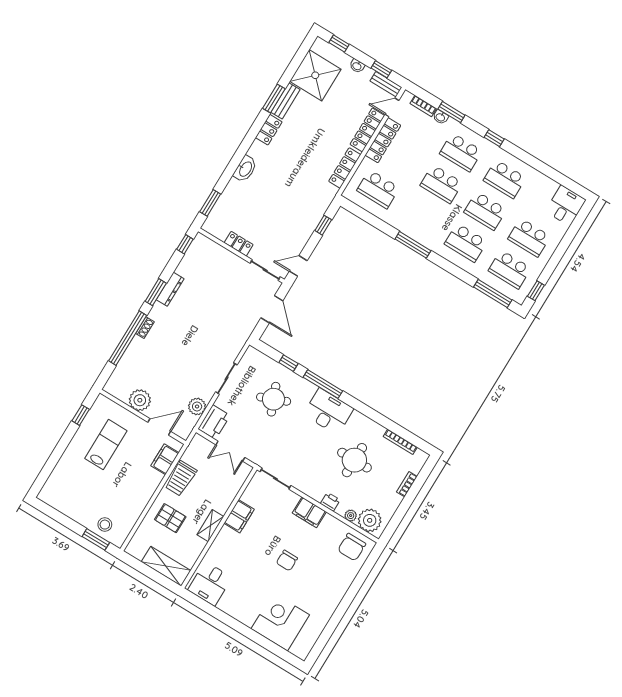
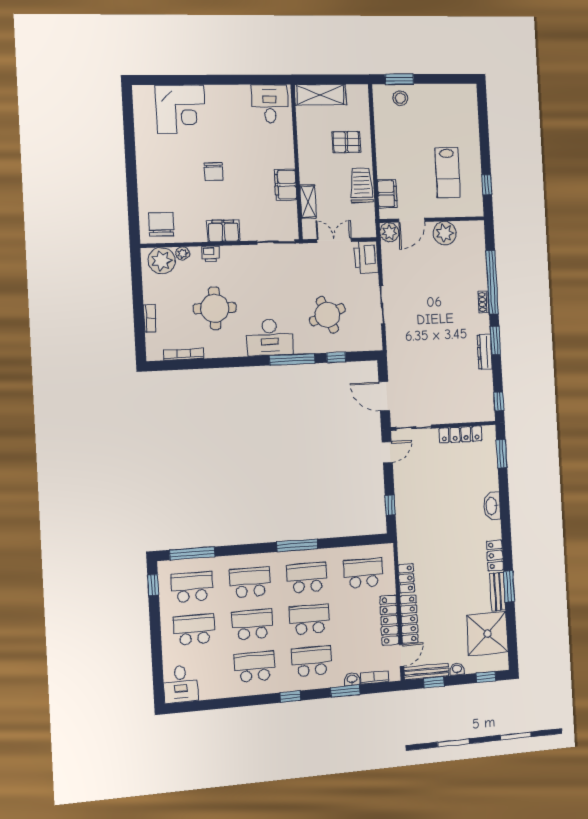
bench: (386, 84) -> (427, 672), width x1.36
locker: (345, 168) -> (406, 578), width x0.66
school desk: (422, 216) -> (307, 578), added
locker: (239, 244) -> (460, 434), width x1.53
plant: (197, 406) -> (389, 232), moved
shelving: (210, 526) -> (308, 202), moved
chair: (287, 560) -> (214, 172), turned 180

